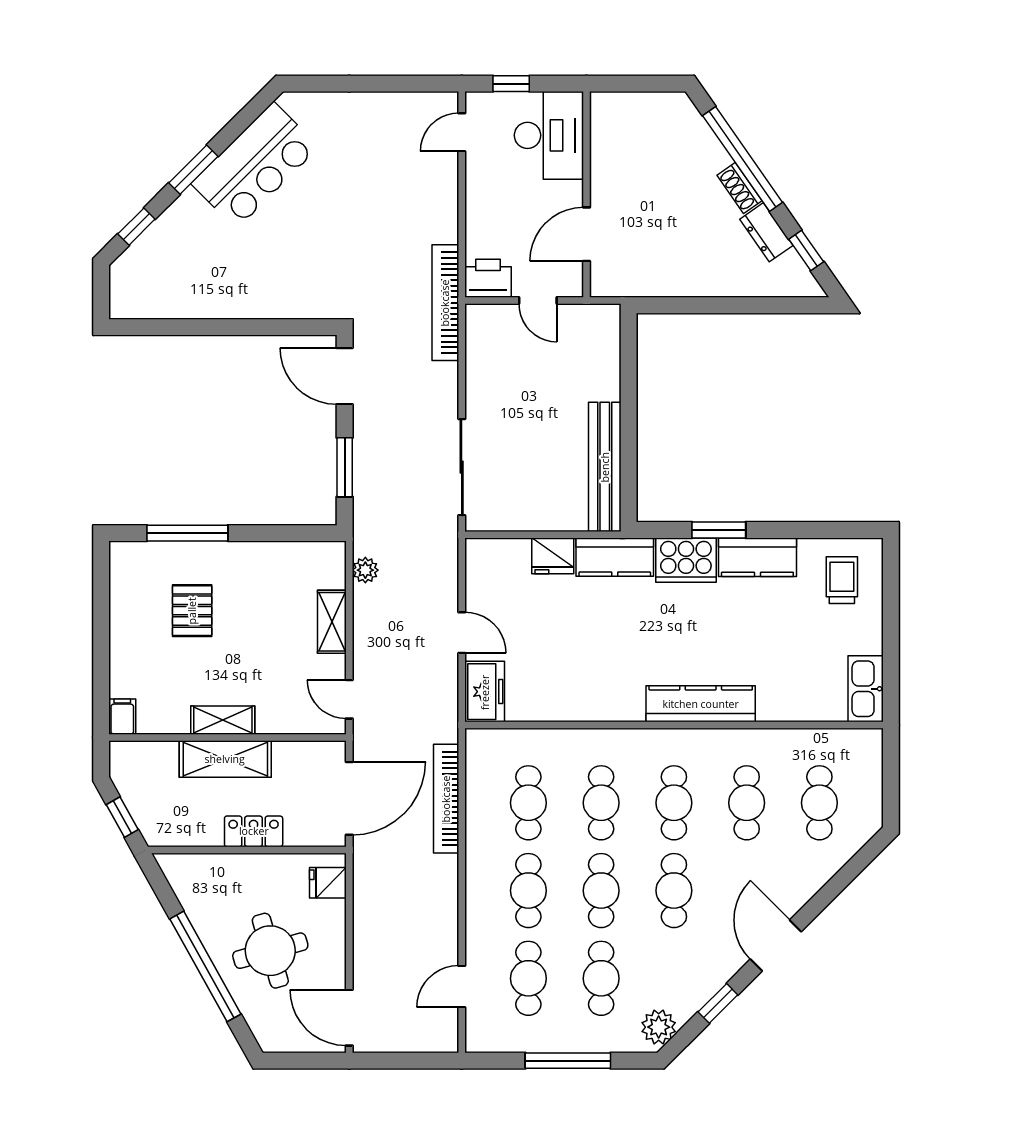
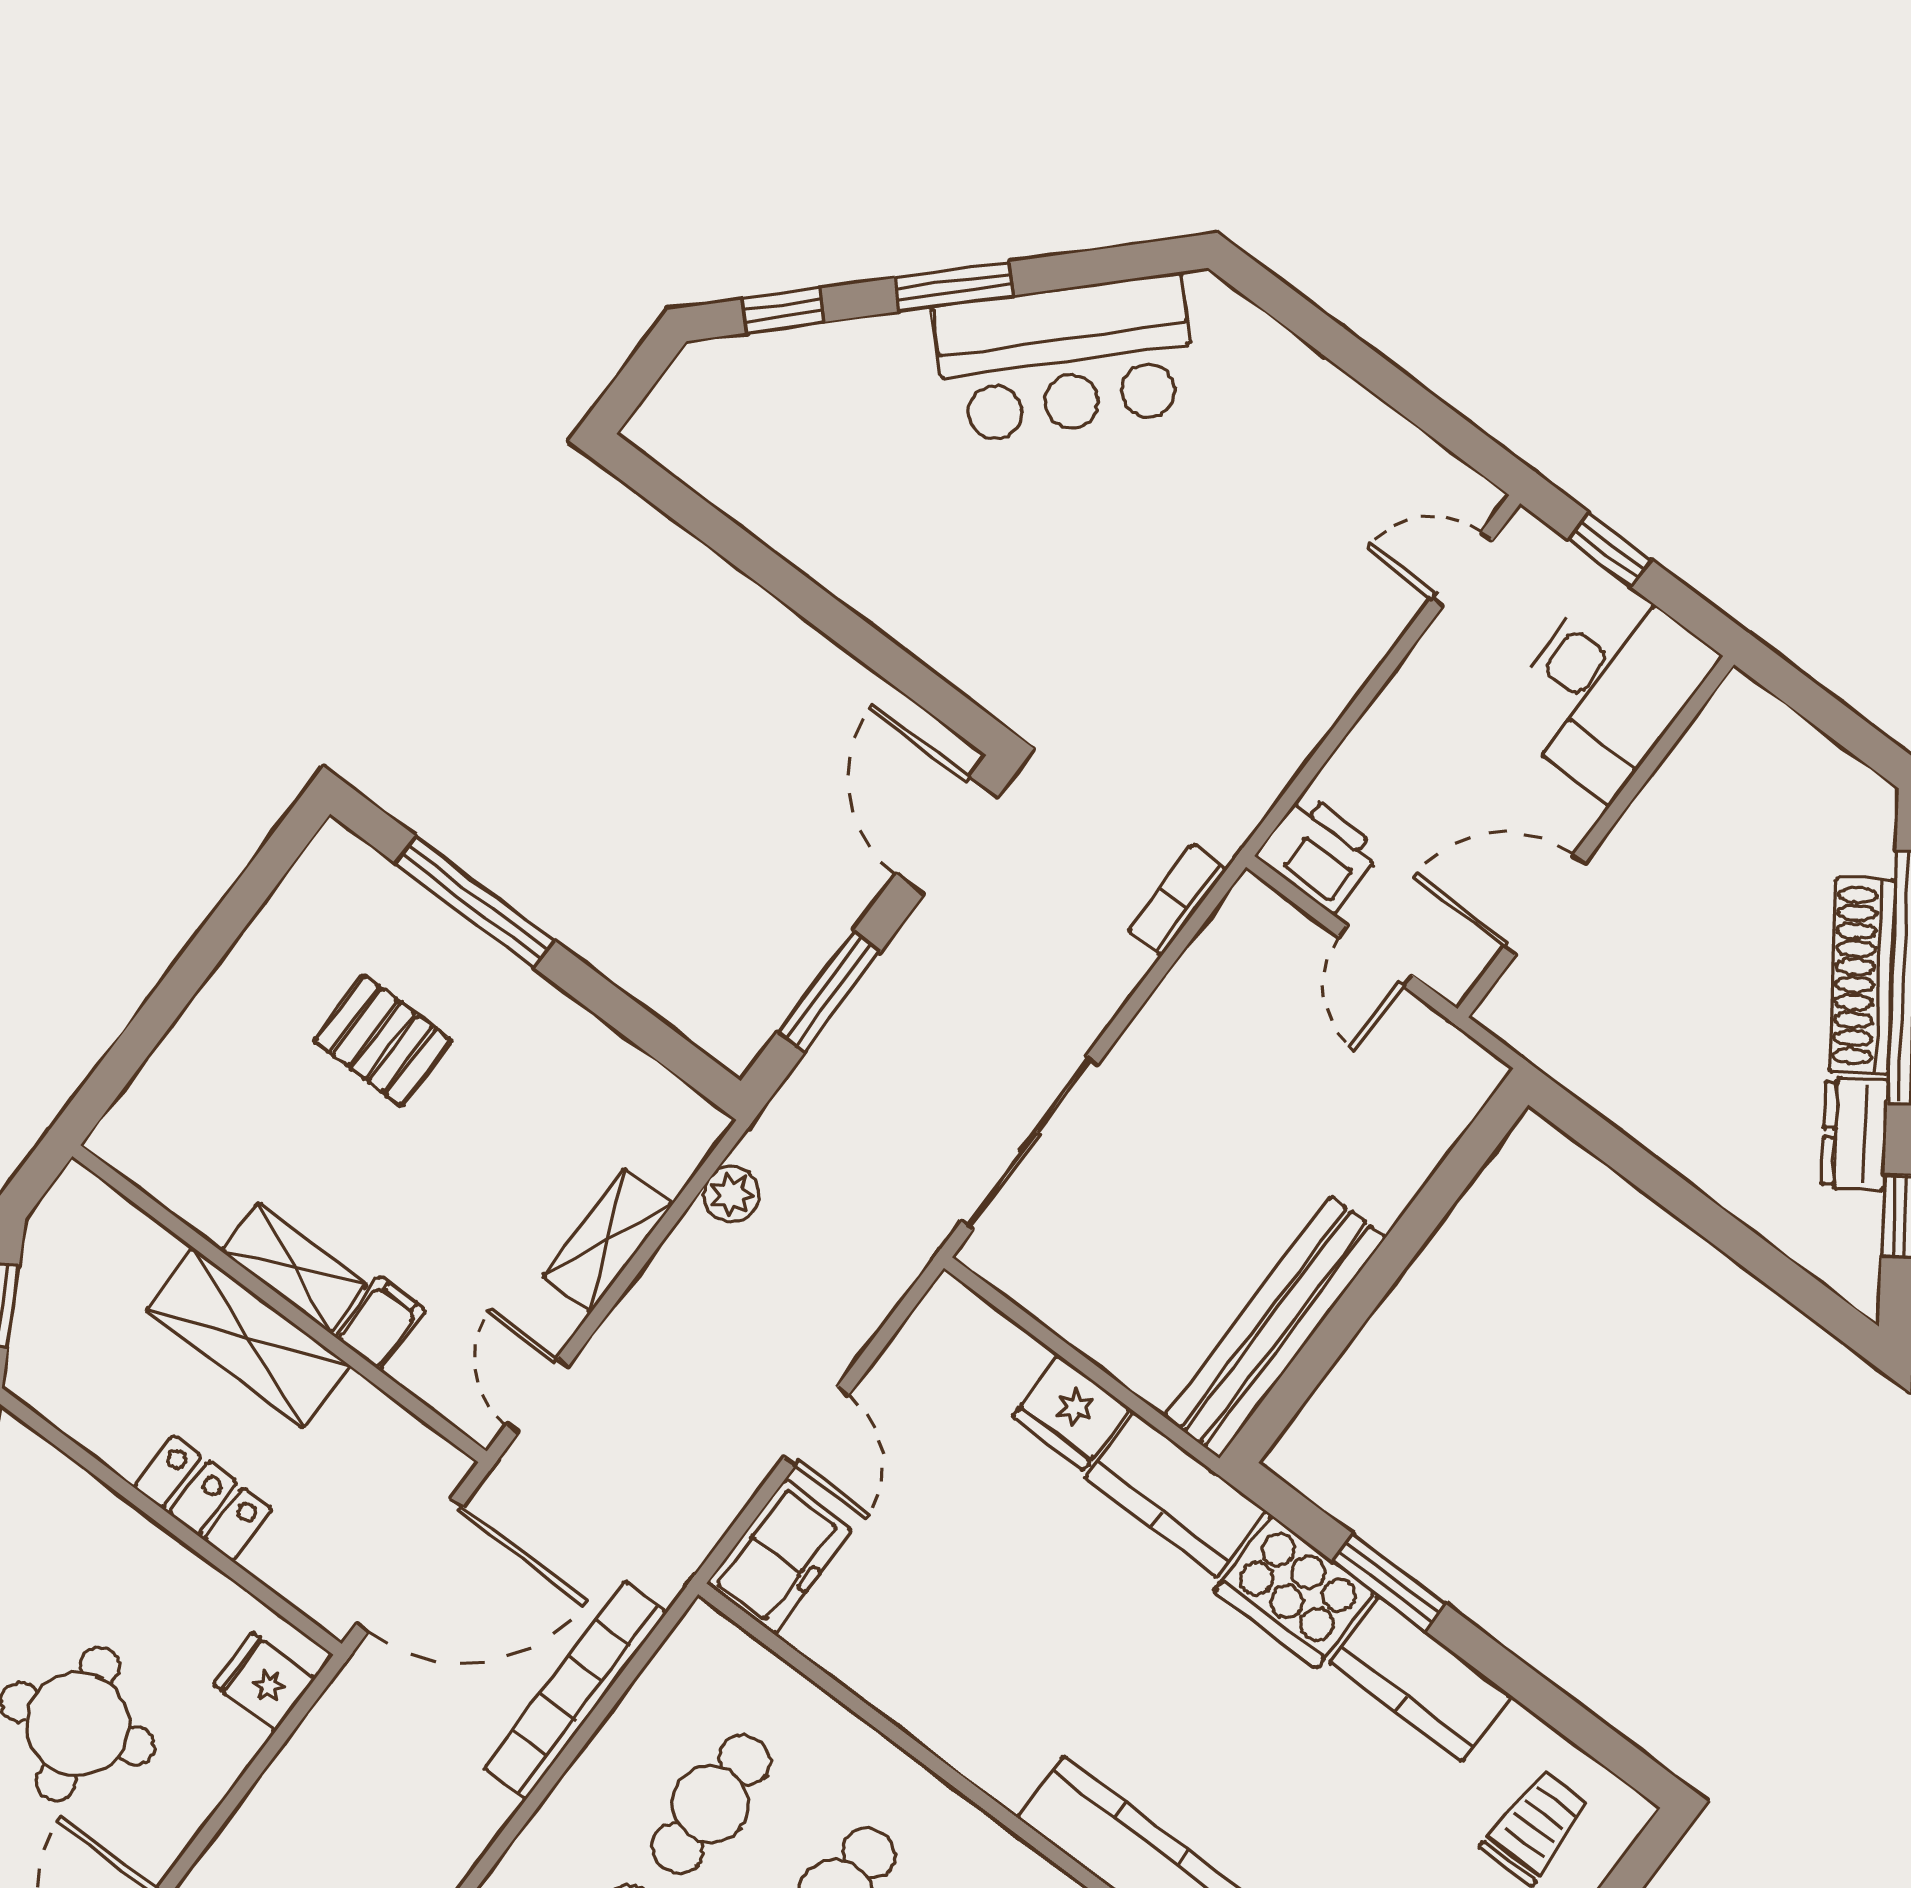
shoe rack: (739, 188) -> (1862, 976), width x1.94, depth x1.24
bookcase: (445, 303) -> (1177, 900), width x0.43, depth x0.76
pallet: (192, 611) -> (383, 1041), turned 90
filing cabinet: (122, 717) -> (380, 1323), moved

